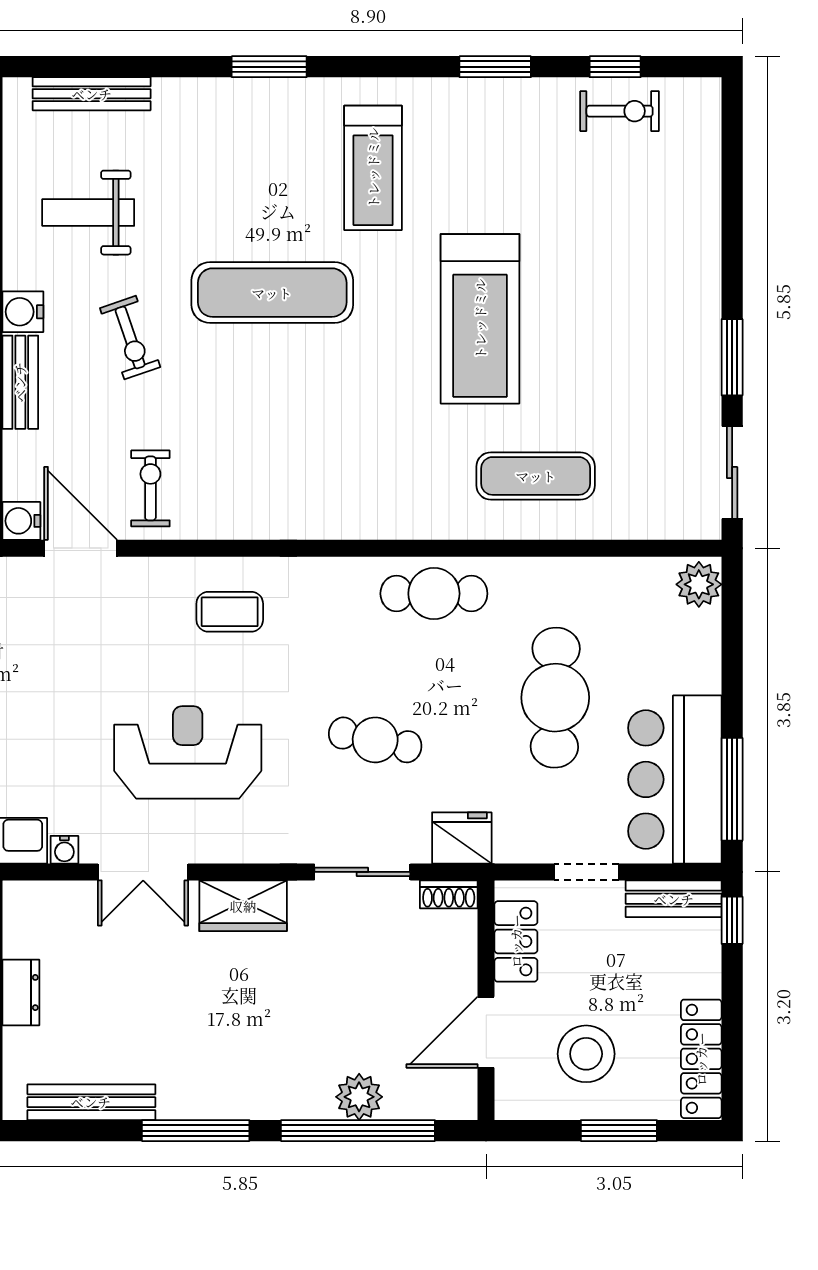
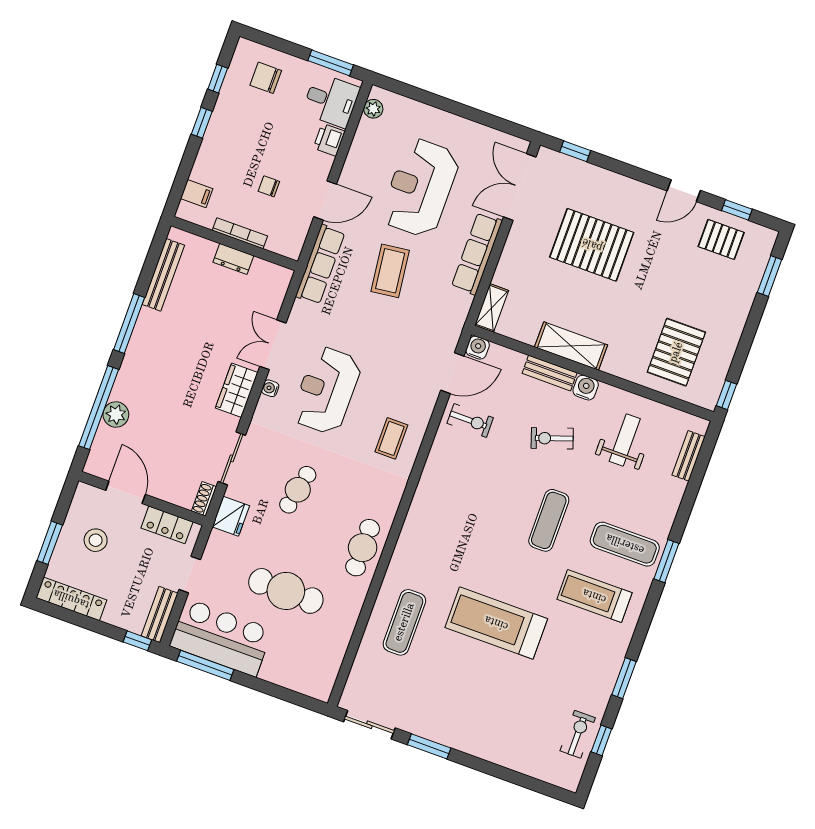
bench: (92, 94) -> (689, 456), width x0.73
exercise bike: (620, 111) -> (578, 734), turned 180
exercise mat: (266, 148) -> (625, 544), added
exercise mat: (272, 293) -> (549, 520), width x0.73, depth x0.69
plant: (699, 584) -> (318, 687), removed
reception desk: (188, 752) -> (326, 390), turned 180
water cooler: (64, 850) -> (270, 388), moved
stool: (586, 1054) -> (96, 540), width x0.73, depth x0.73

